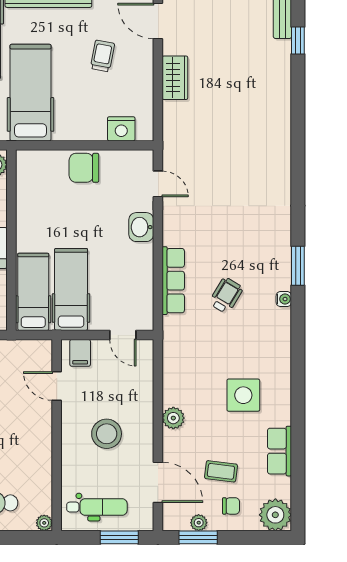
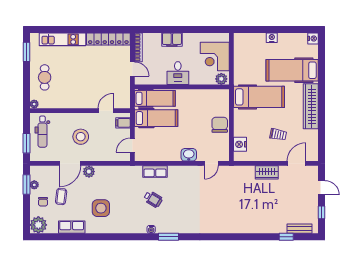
row of seats: (173, 281) -> (155, 171), width x0.68
door: (158, 482) -> (70, 163), moved

